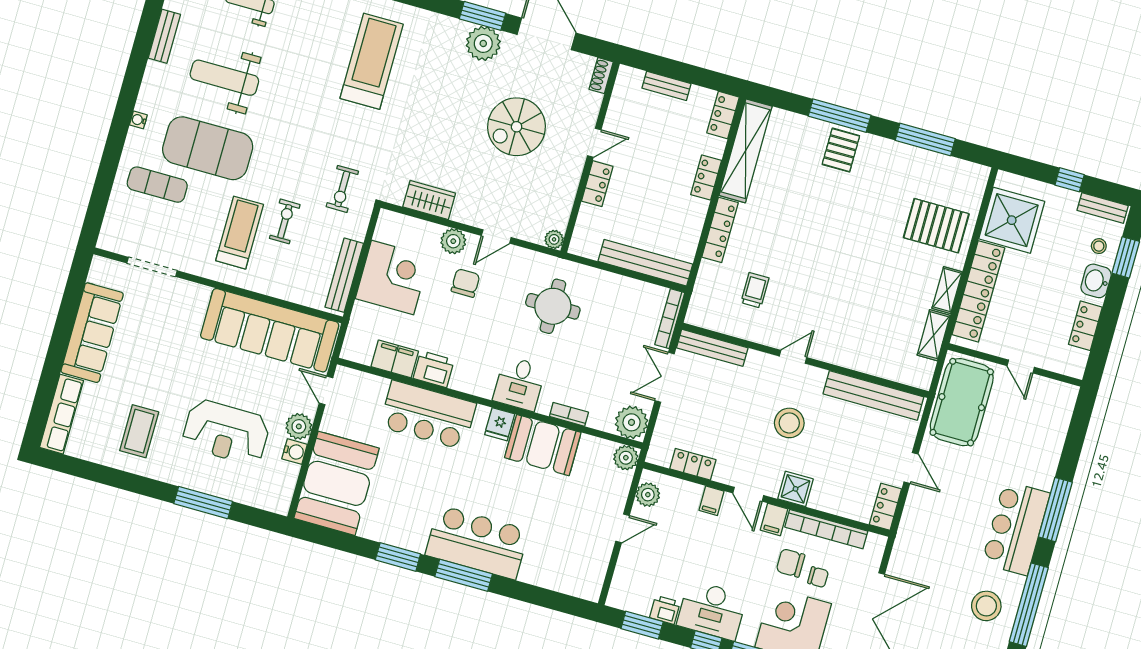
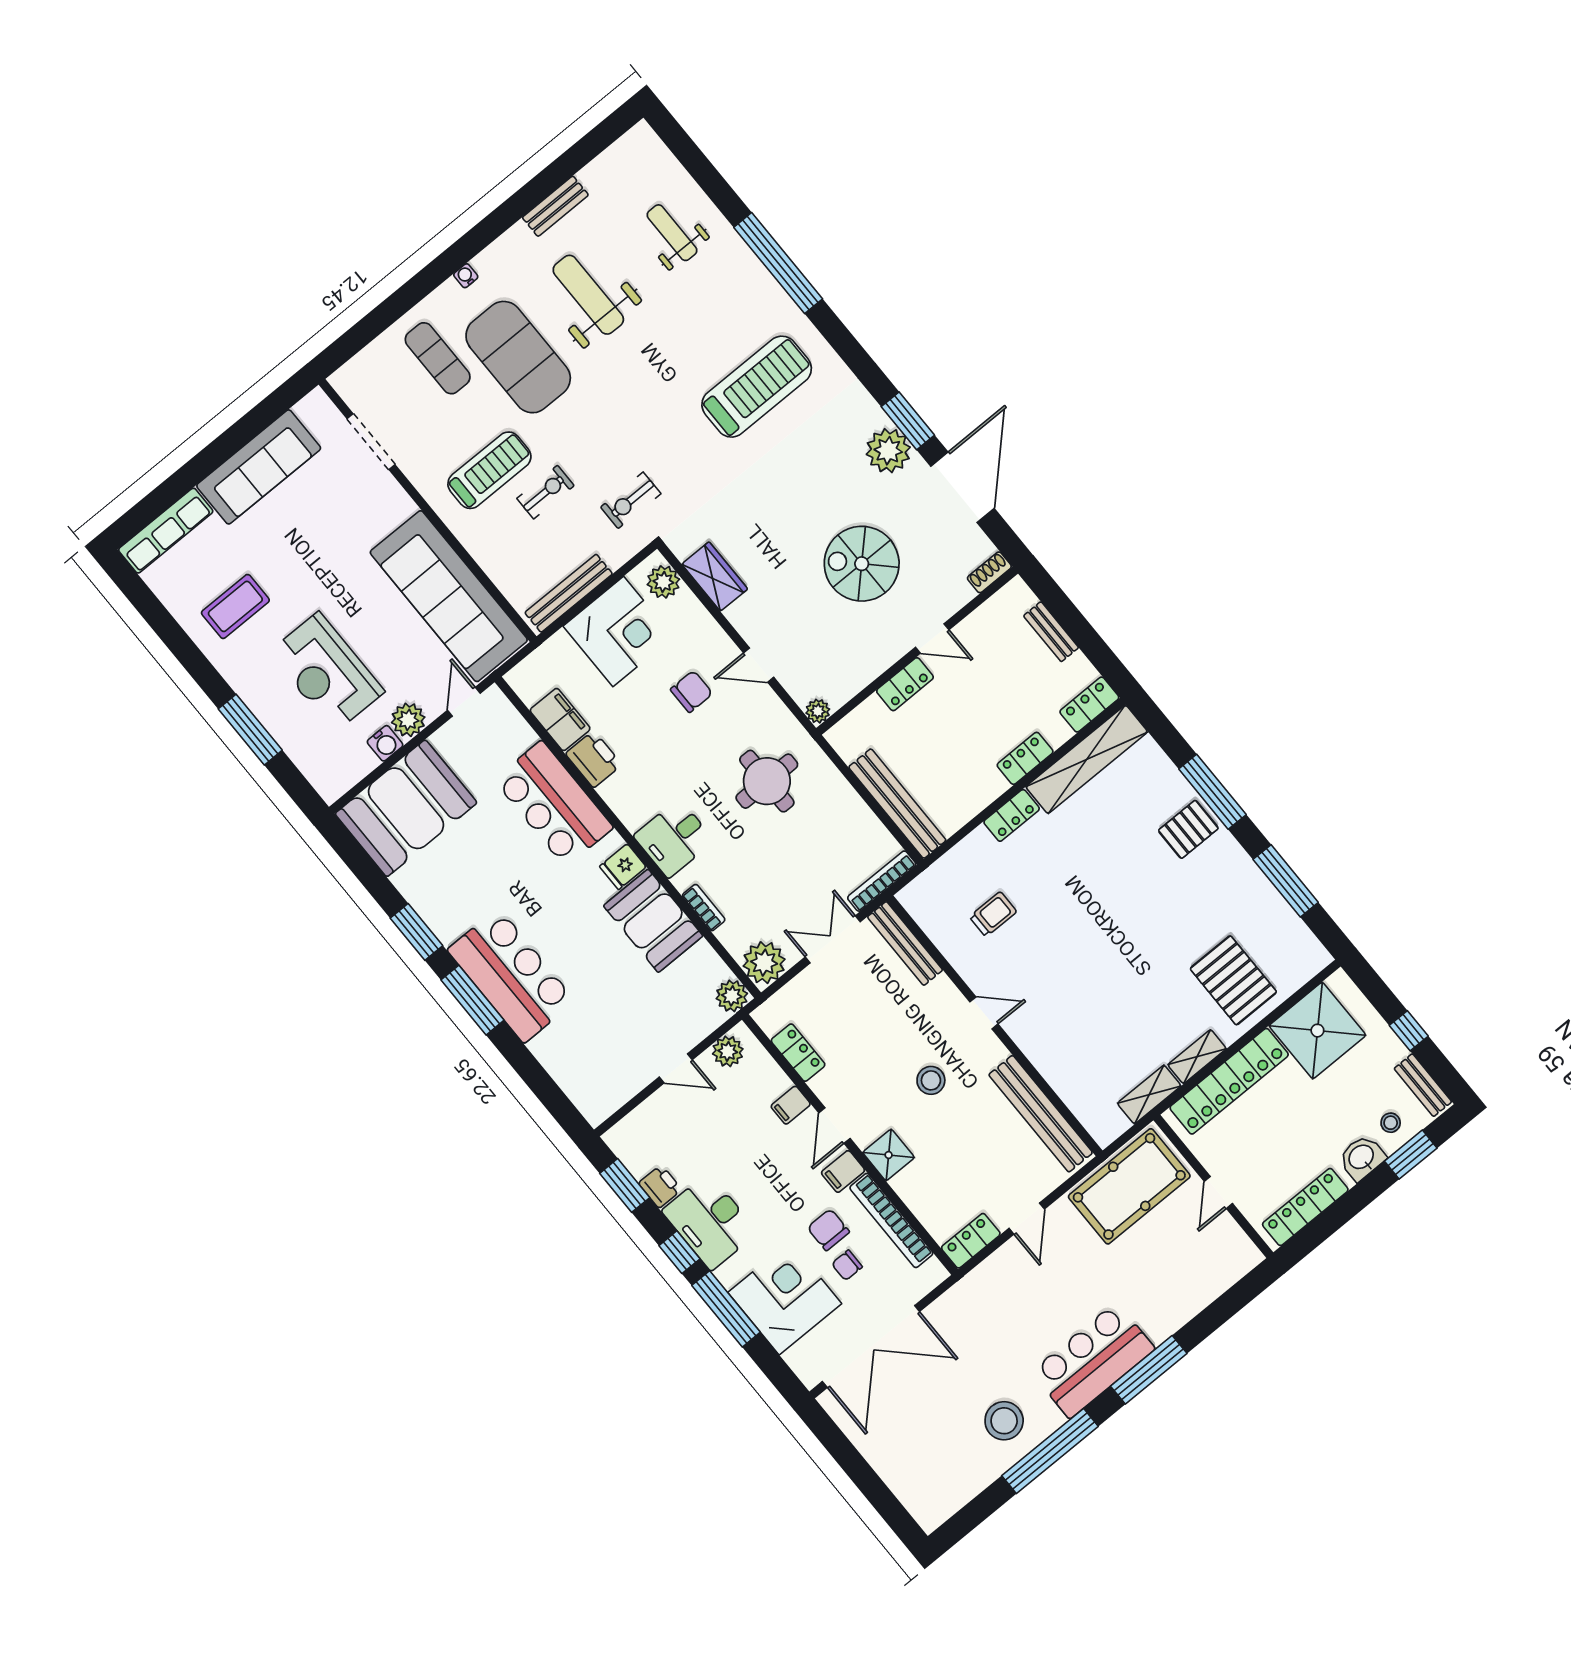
locker: (720, 230) -> (1012, 815), width x0.66
plant: (453, 241) -> (663, 582), moved
locker: (1085, 326) -> (1305, 1207), width x1.53
stool: (789, 423) -> (931, 1080), width x0.73, depth x0.73
chair: (818, 577) -> (847, 1265), turned 90

